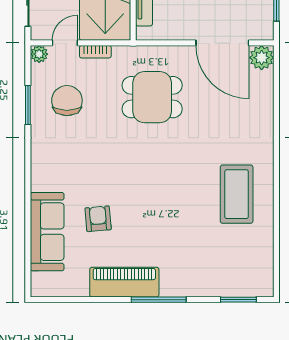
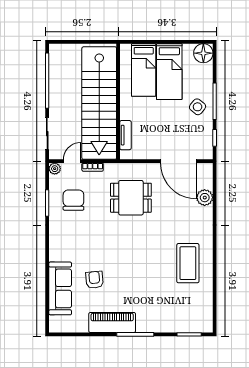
plant: (262, 58) -> (205, 198), moved

